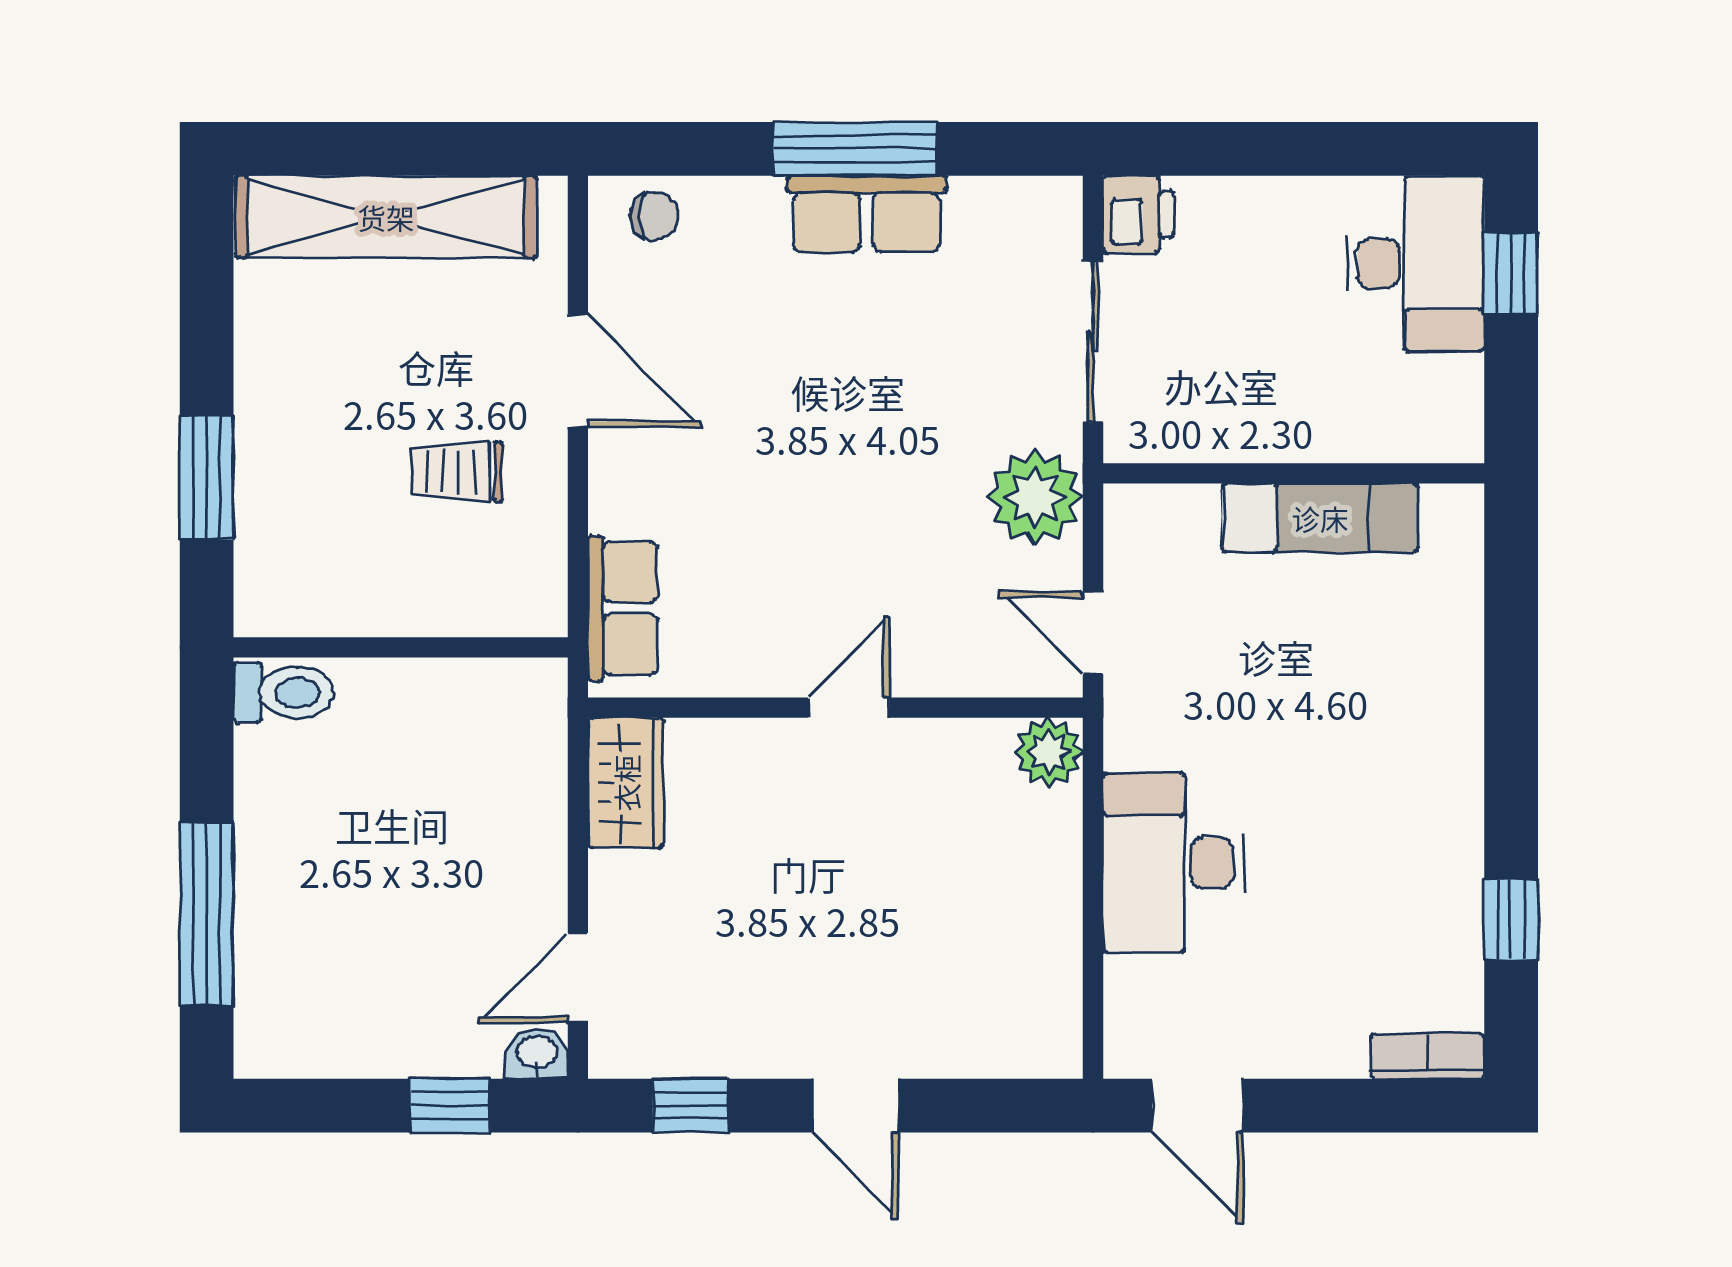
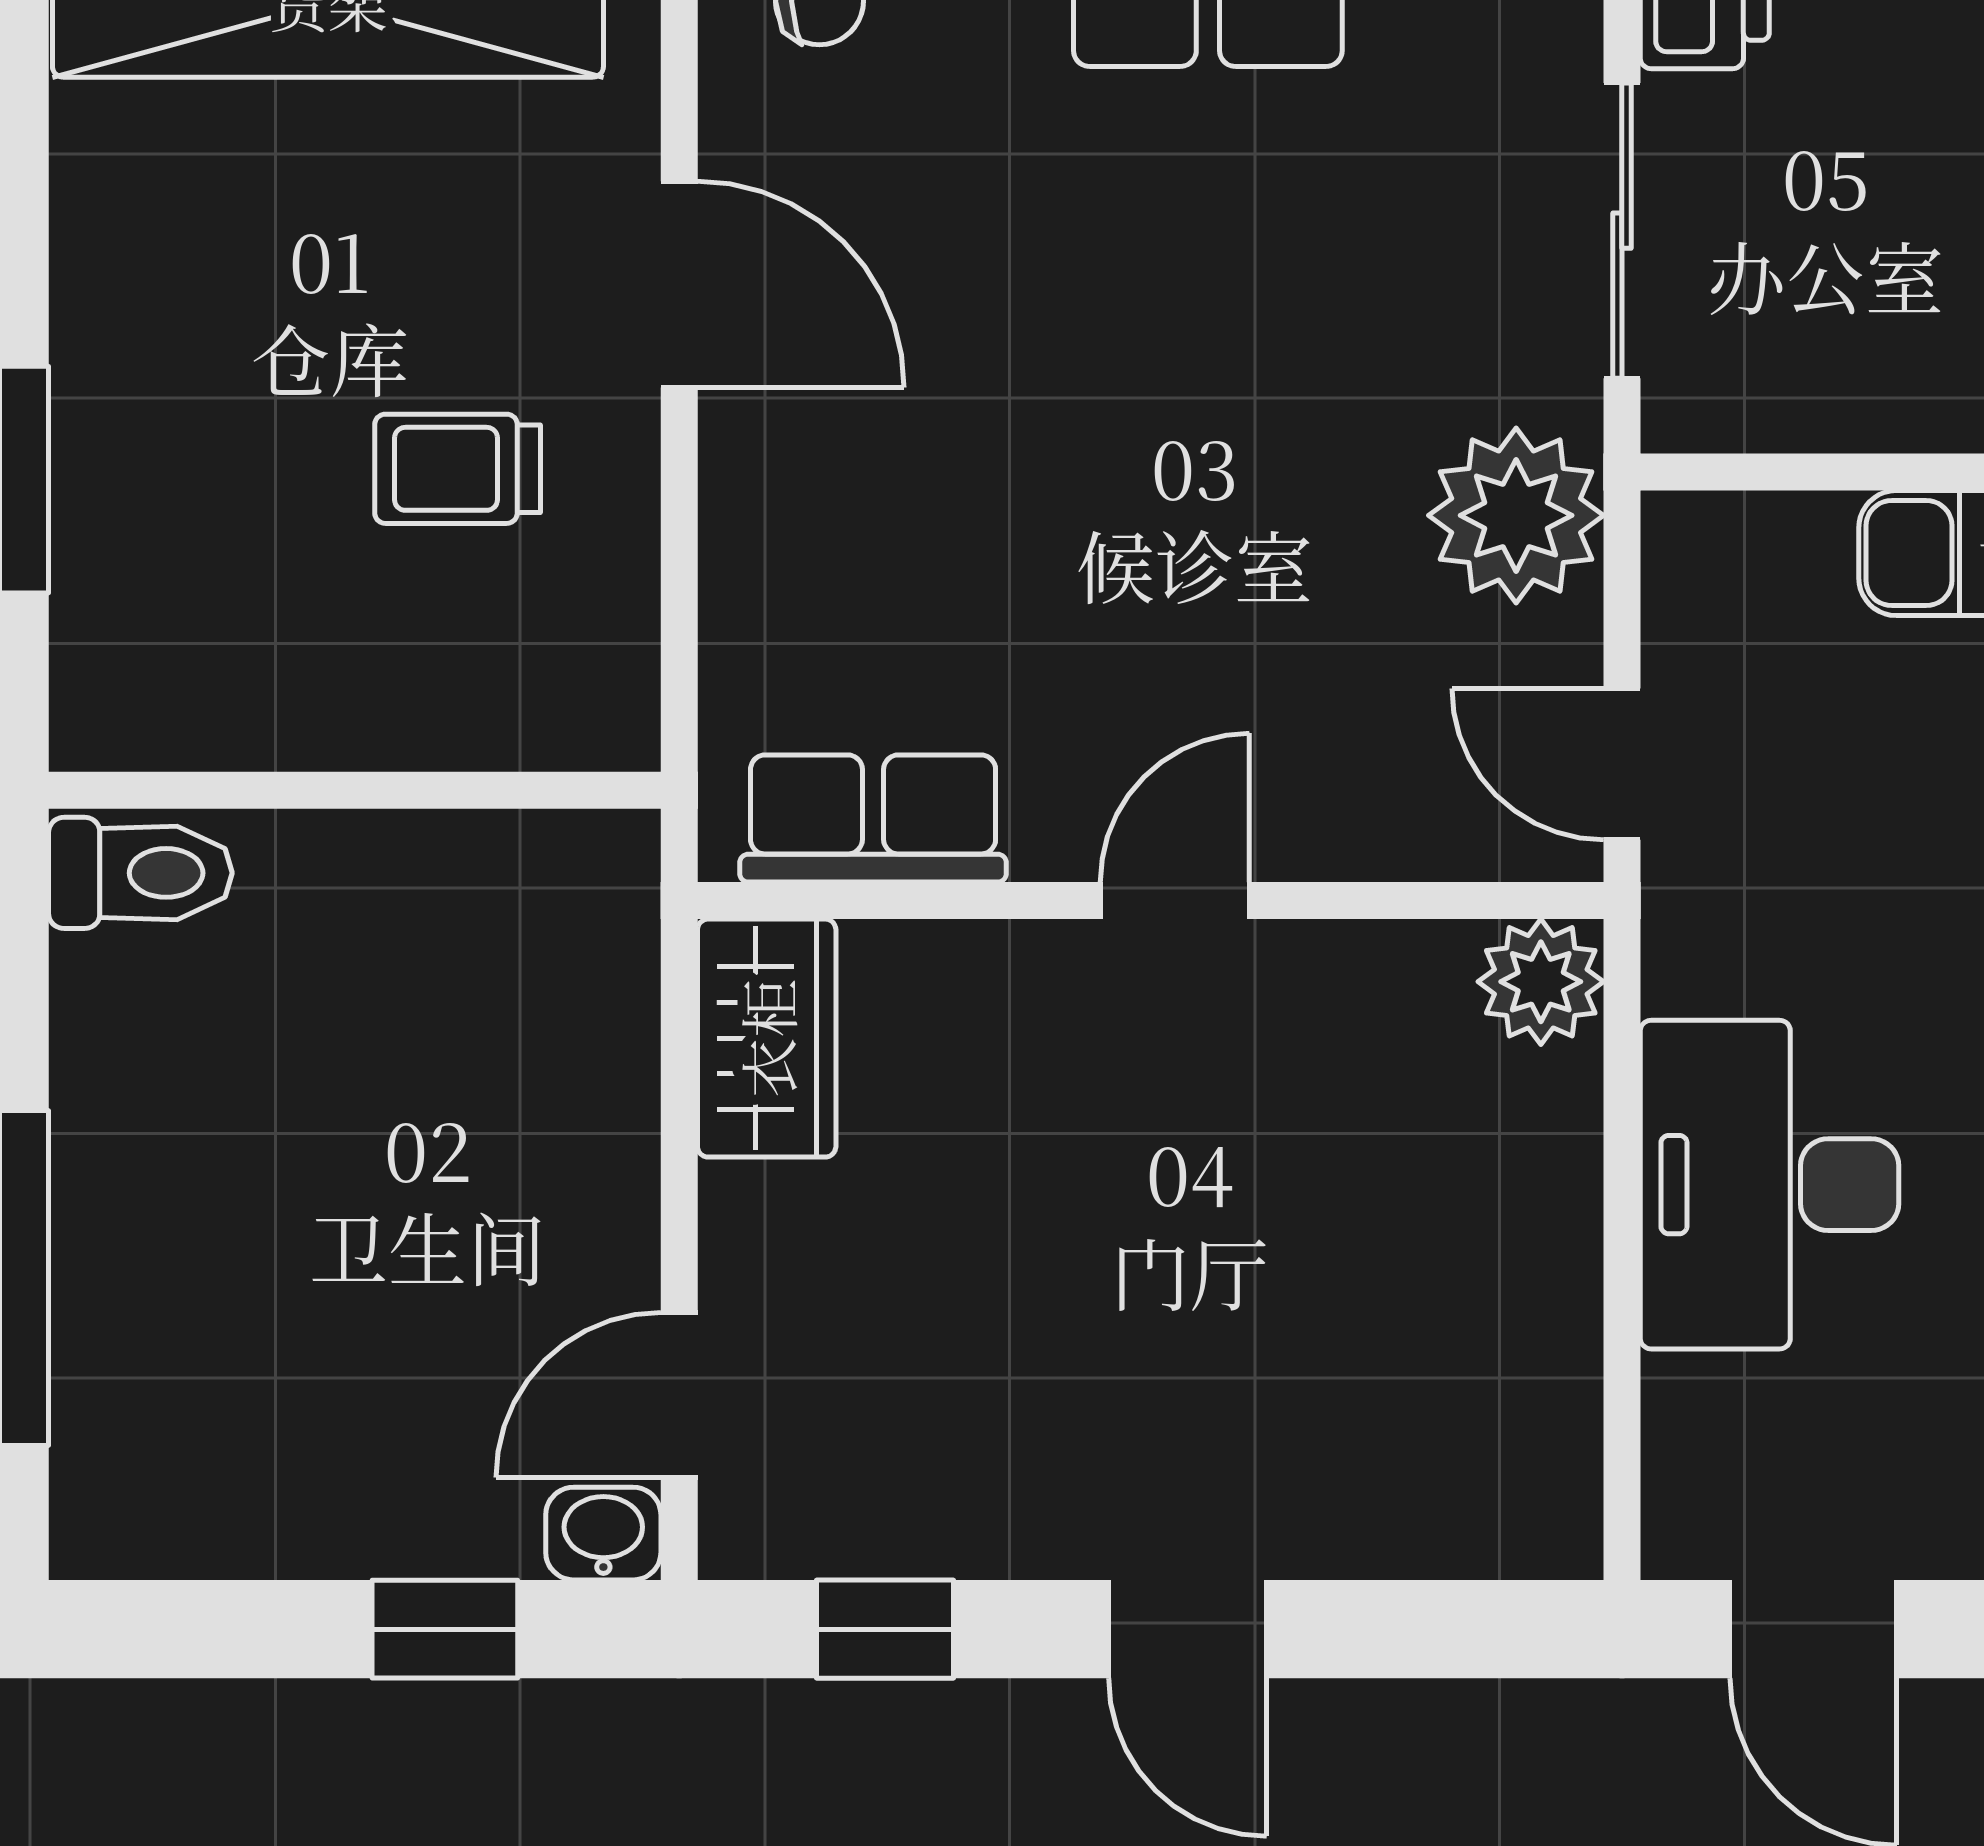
row of seats: (623, 608) -> (873, 818), moved, turned -90

